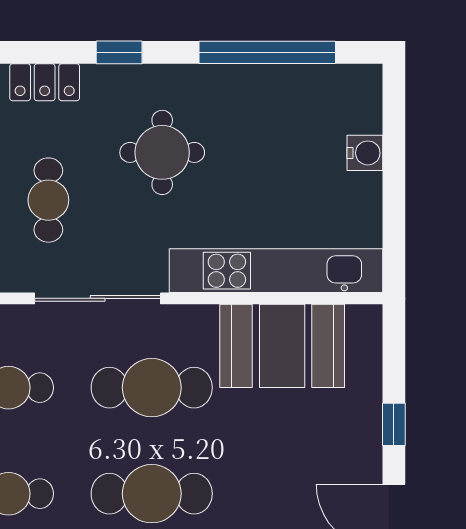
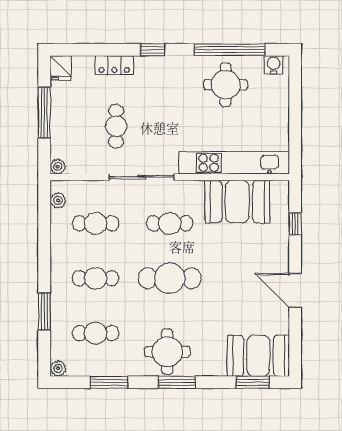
round table: (162, 152) -> (226, 85), moved
water cooler: (365, 153) -> (273, 65), moved, turned -90
cafe table: (152, 388) -> (170, 223), width x0.73, depth x0.74
window: (394, 424) -> (295, 224), moved

